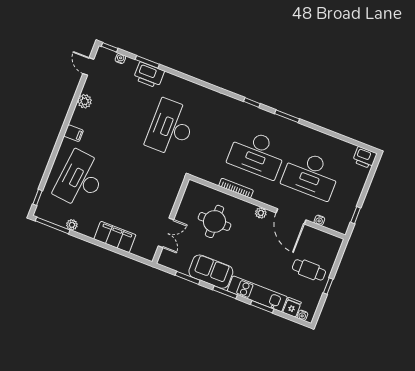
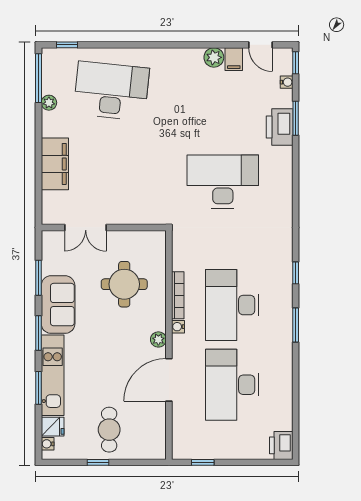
door: (88, 66) -> (261, 45), swing flipped
filing cabinet: (73, 133) -> (234, 59), moved
water cooler: (319, 220) -> (178, 327), moved

